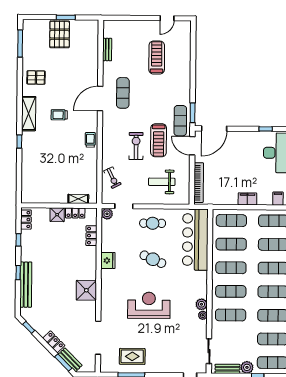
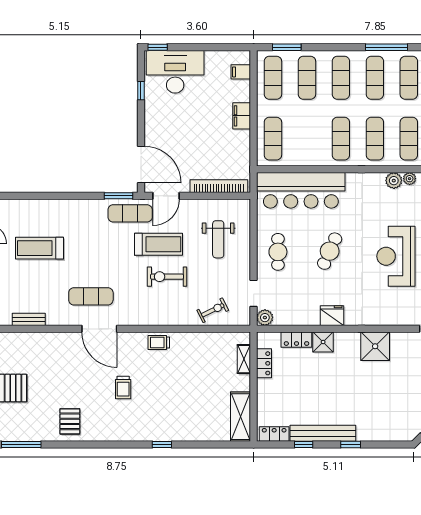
shelving: (29, 114) -> (241, 417), moved, turned 90
shower: (57, 215) -> (323, 342), moved
exercise mat: (231, 244) -> (307, 139), removed
bench: (26, 285) -> (323, 433), moved

